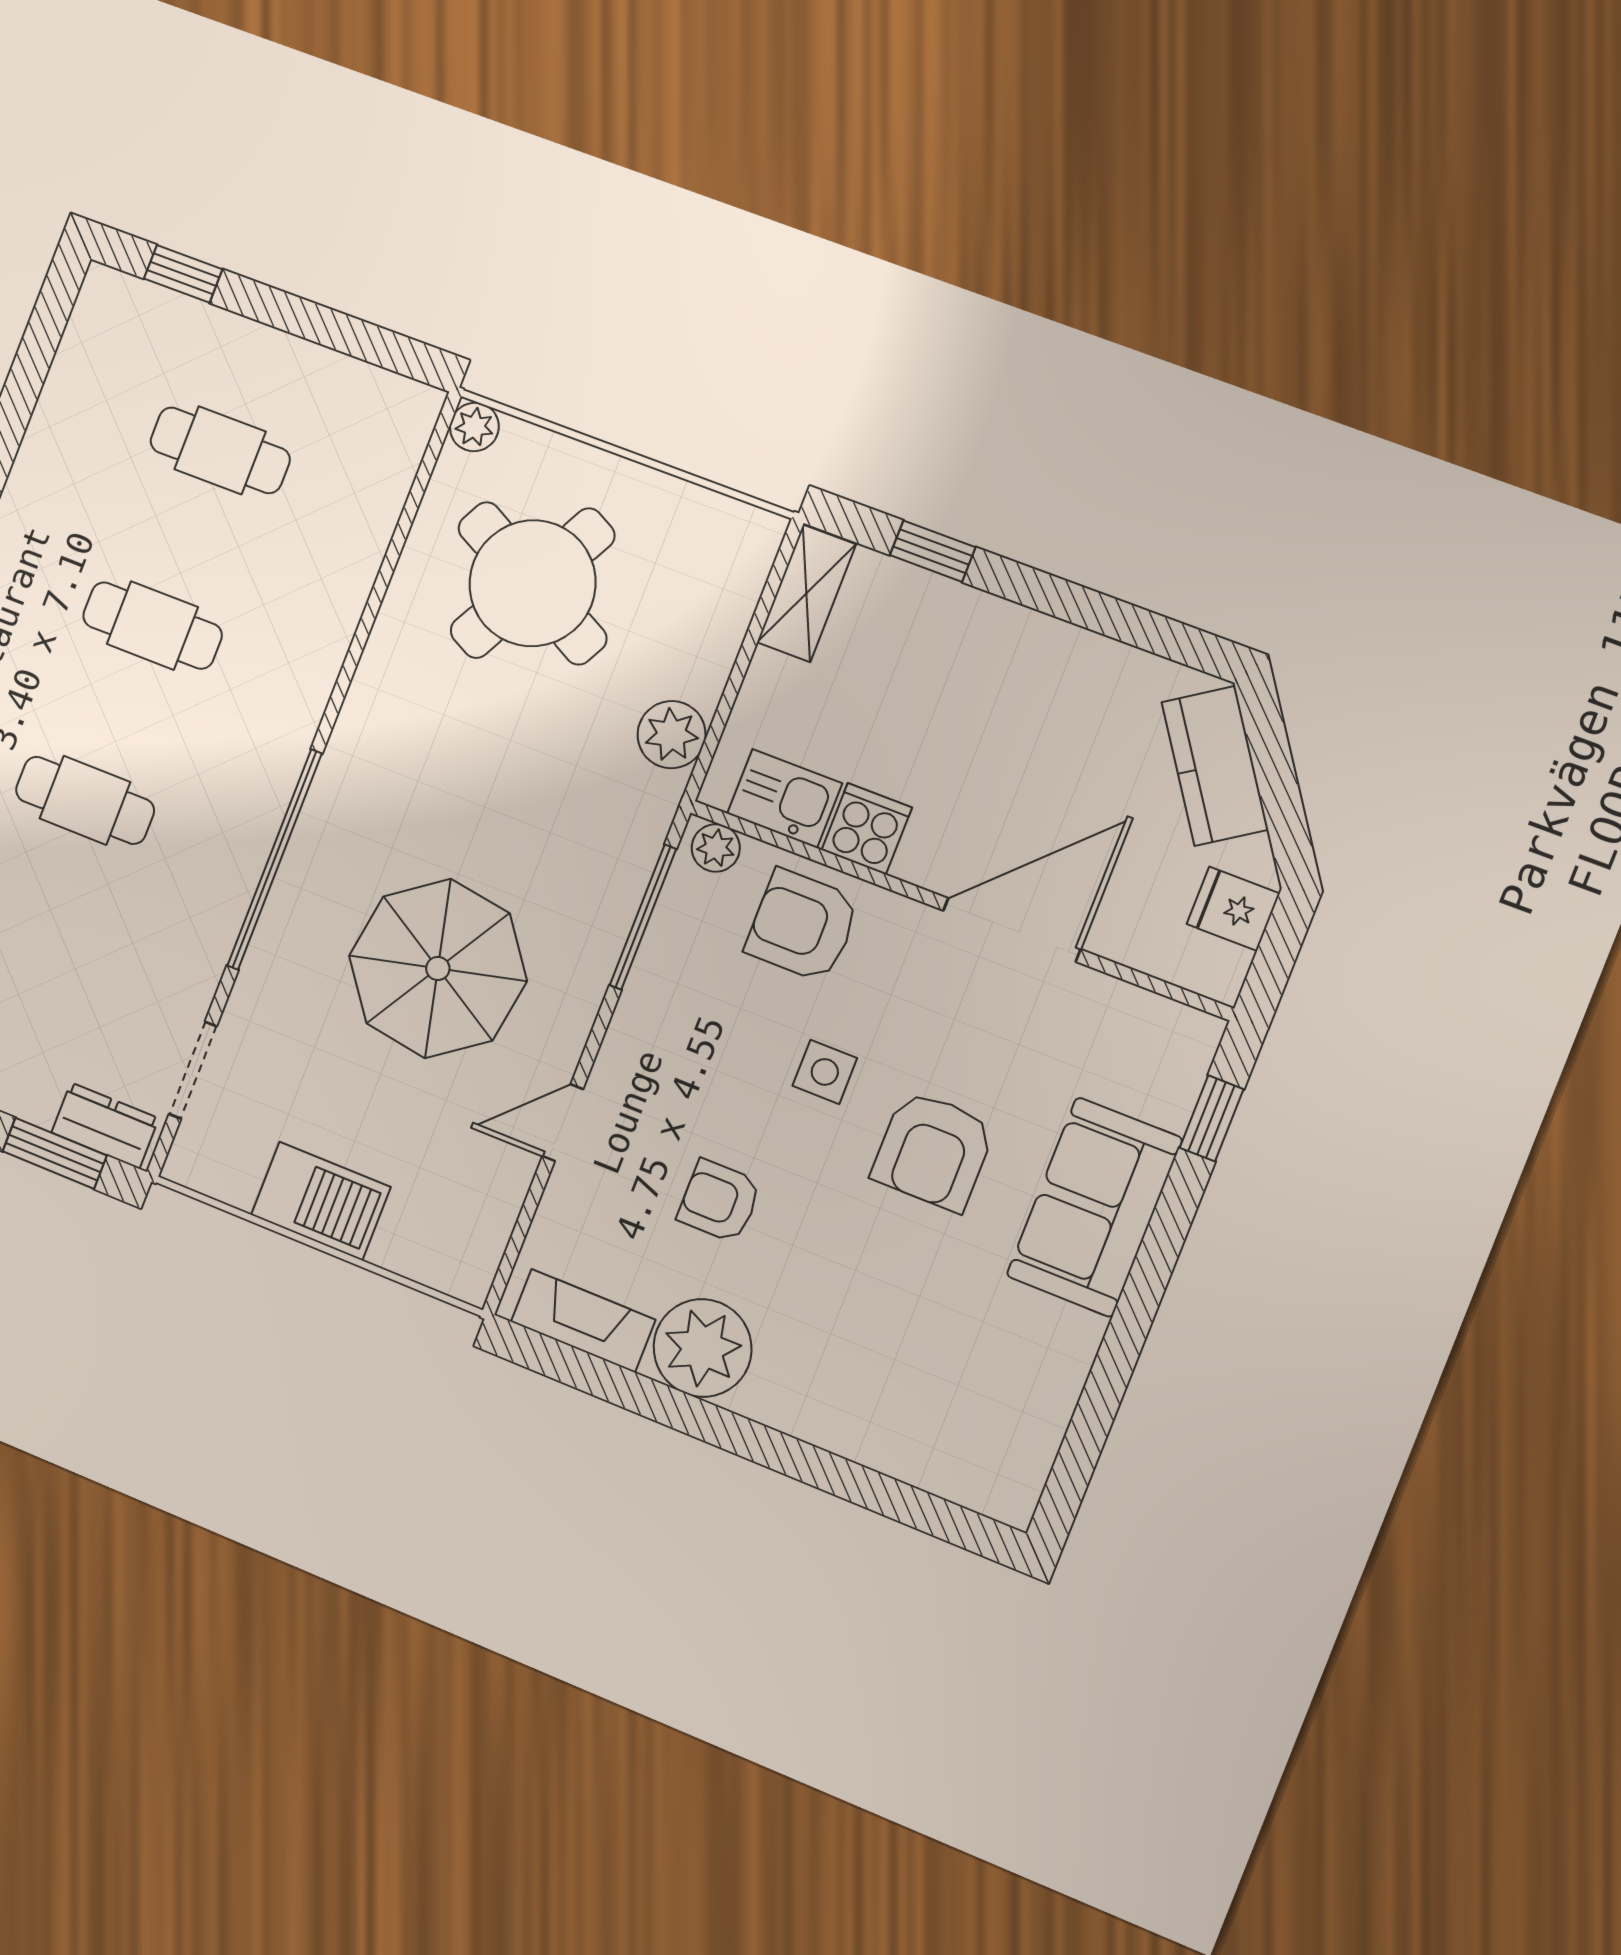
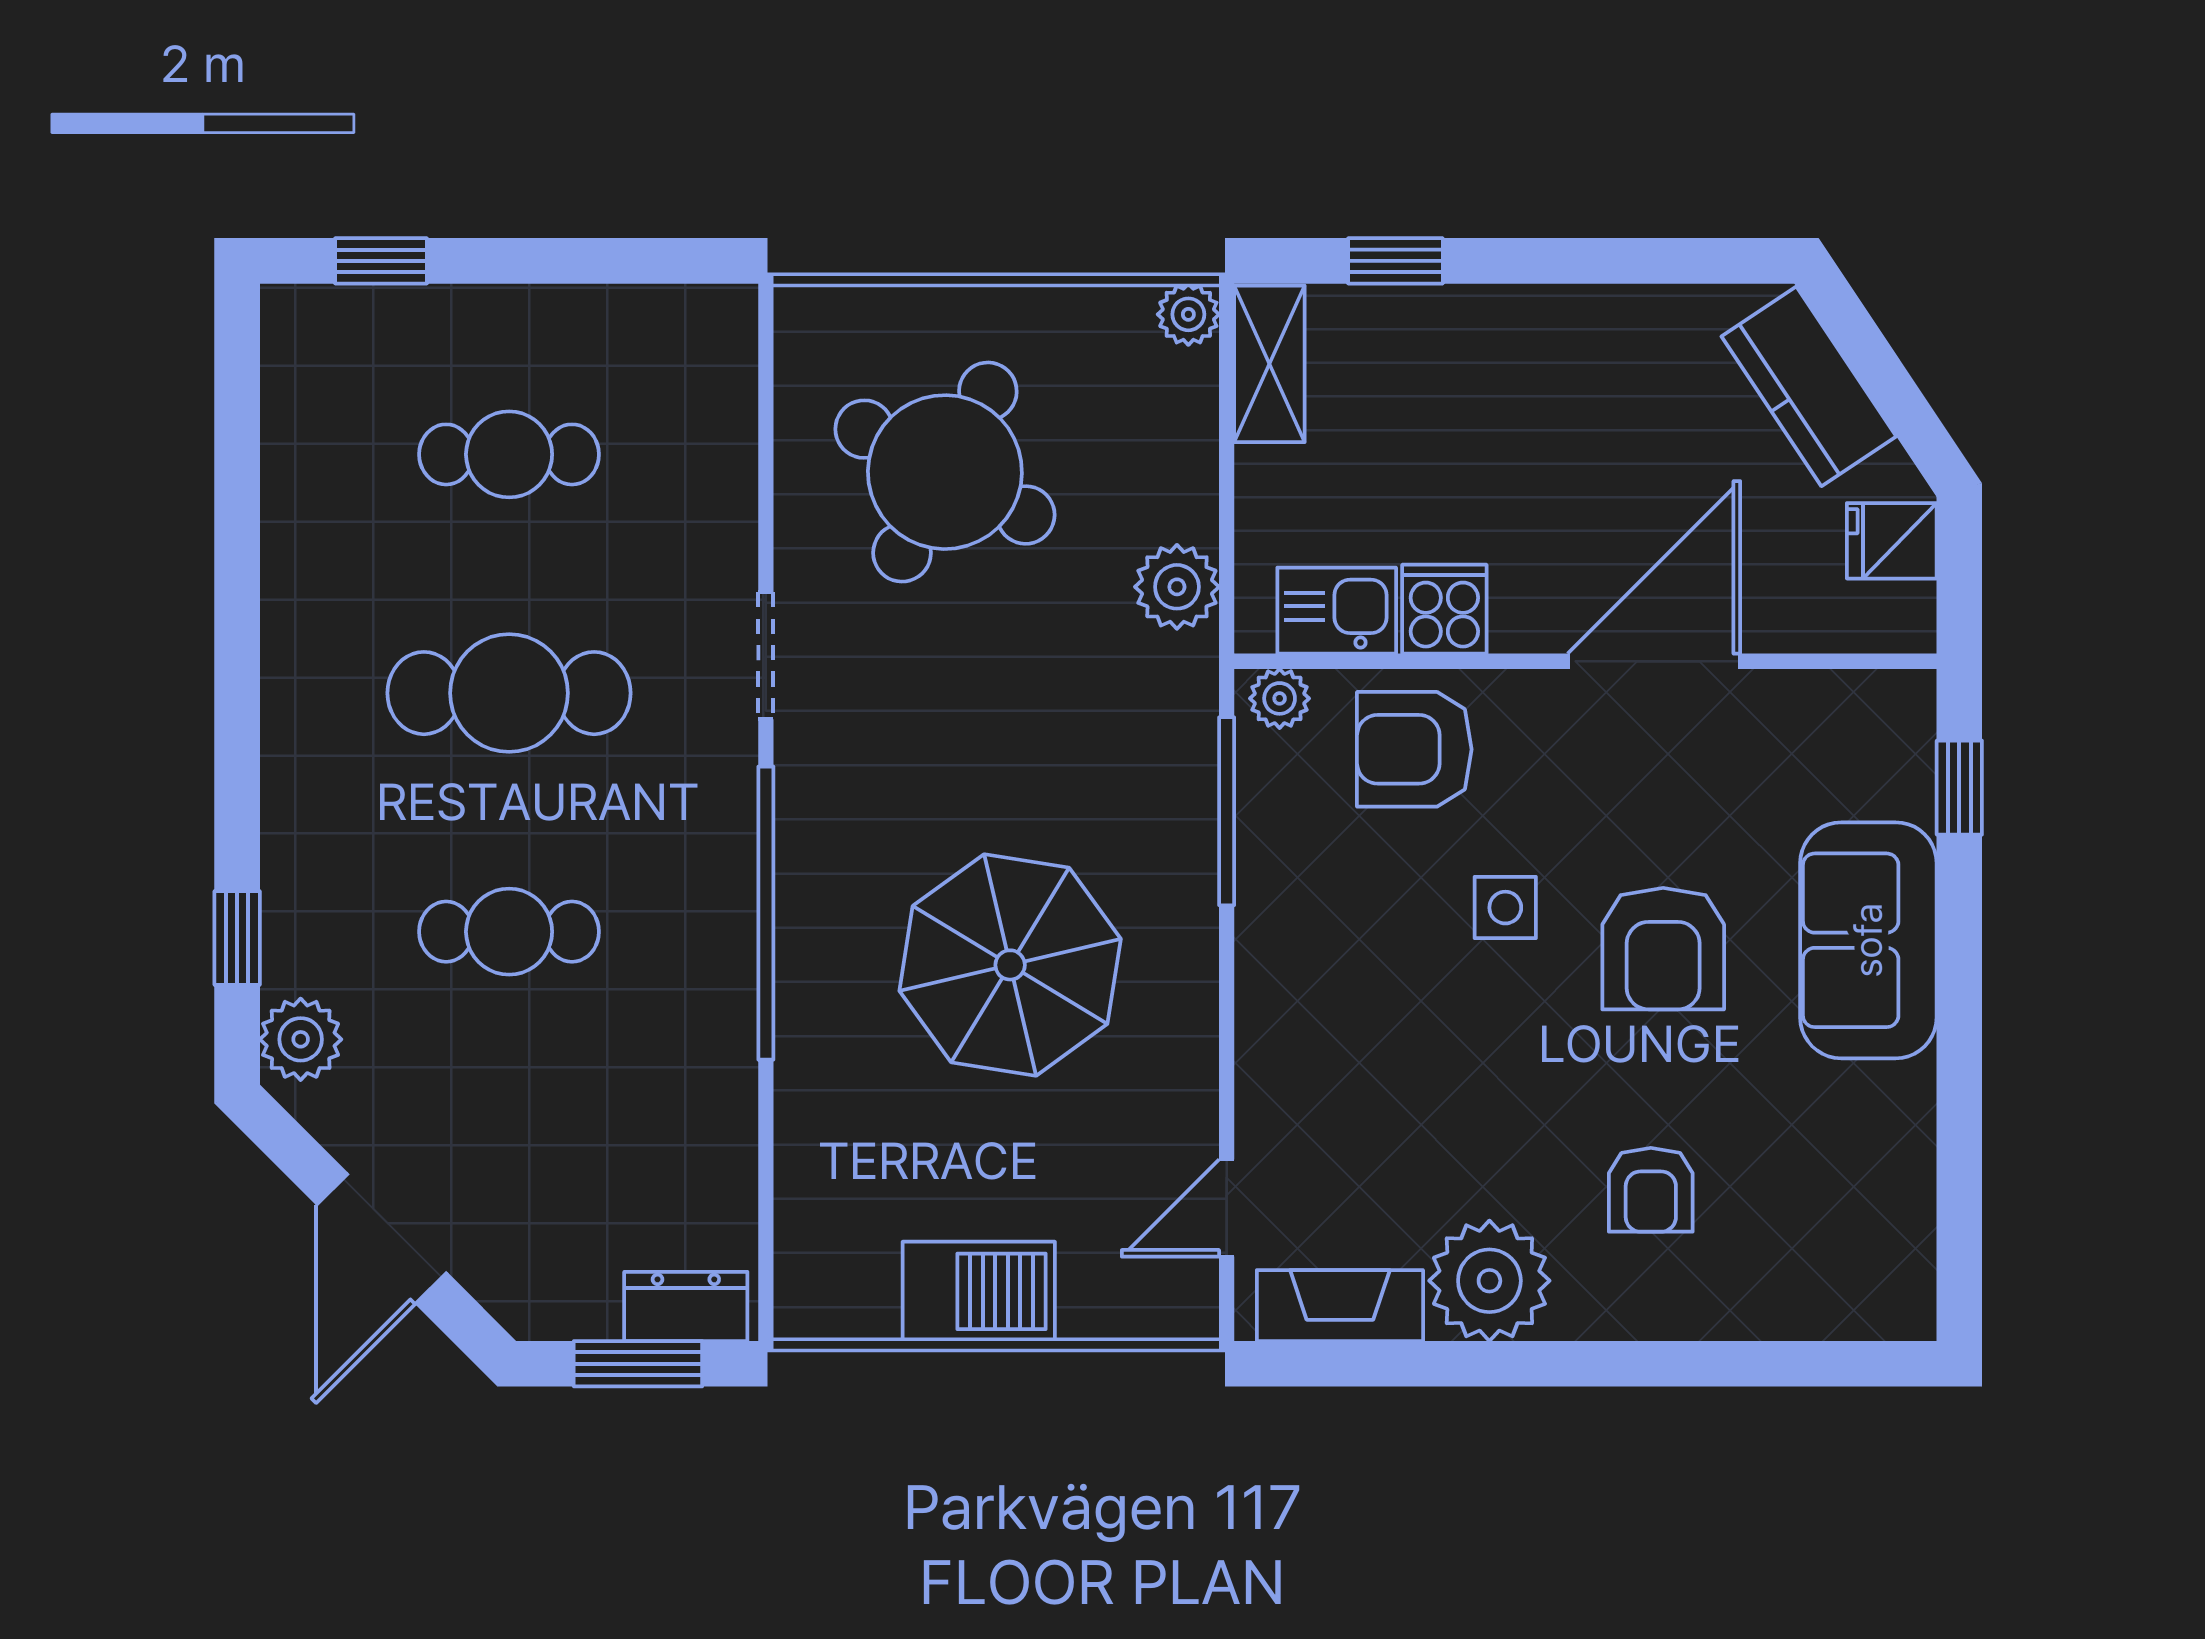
plant: (474, 427) -> (1188, 314), moved
cafe table: (152, 626) -> (509, 693), width x1.37, depth x1.35
doorway: (193, 1070) -> (766, 656), moved
door: (563, 1123) -> (1227, 1208), moved
armchair: (719, 1201) -> (1651, 1190), moved, turned -90

